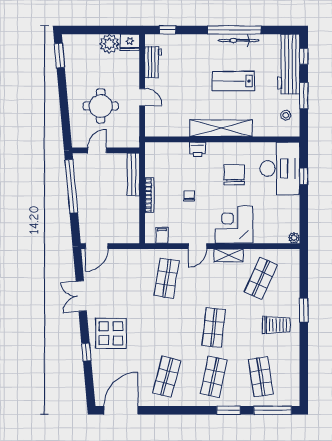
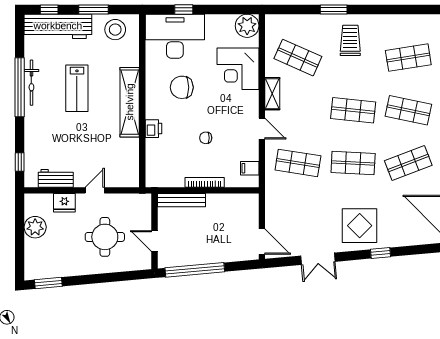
fridge: (130, 42) -> (64, 203), moved, turned 90
stool: (286, 115) -> (115, 30), width x1.89, depth x1.89
corner desk: (234, 225) -> (238, 69), moved
plant: (294, 238) -> (247, 26), width x1.87, depth x1.87
shop shelf: (167, 328) -> (353, 163), added
shop shelf: (167, 377) -> (408, 163), turned -36

